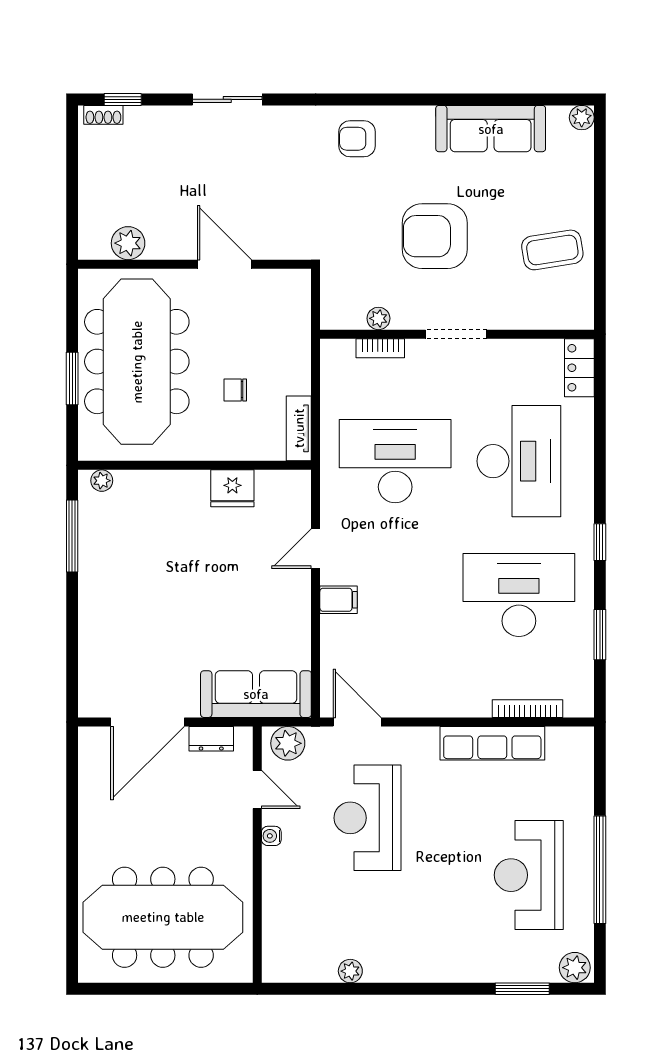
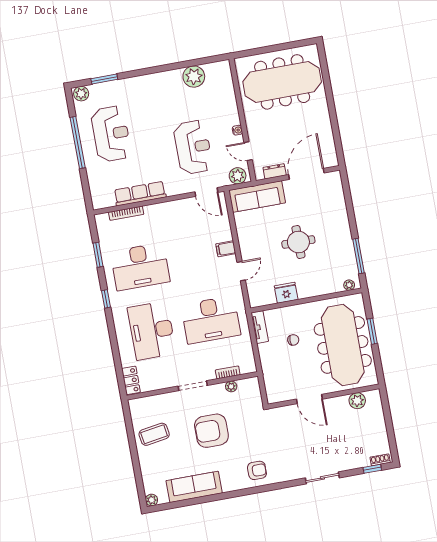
armchair: (435, 236) -> (211, 431), turned 180
round table: (189, 587) -> (298, 242), added
plant: (350, 971) -> (194, 77), width x1.88, depth x1.88

